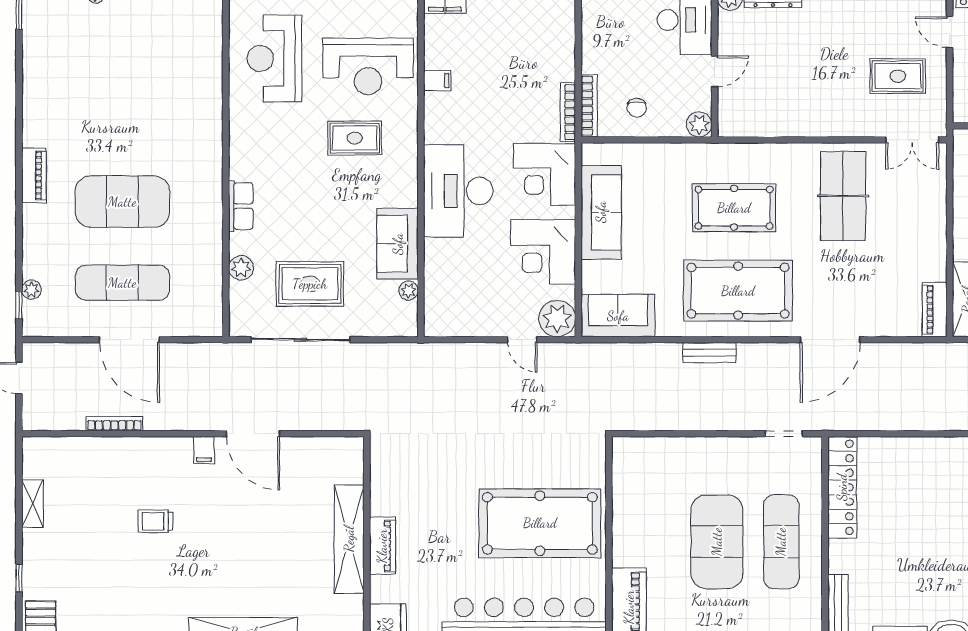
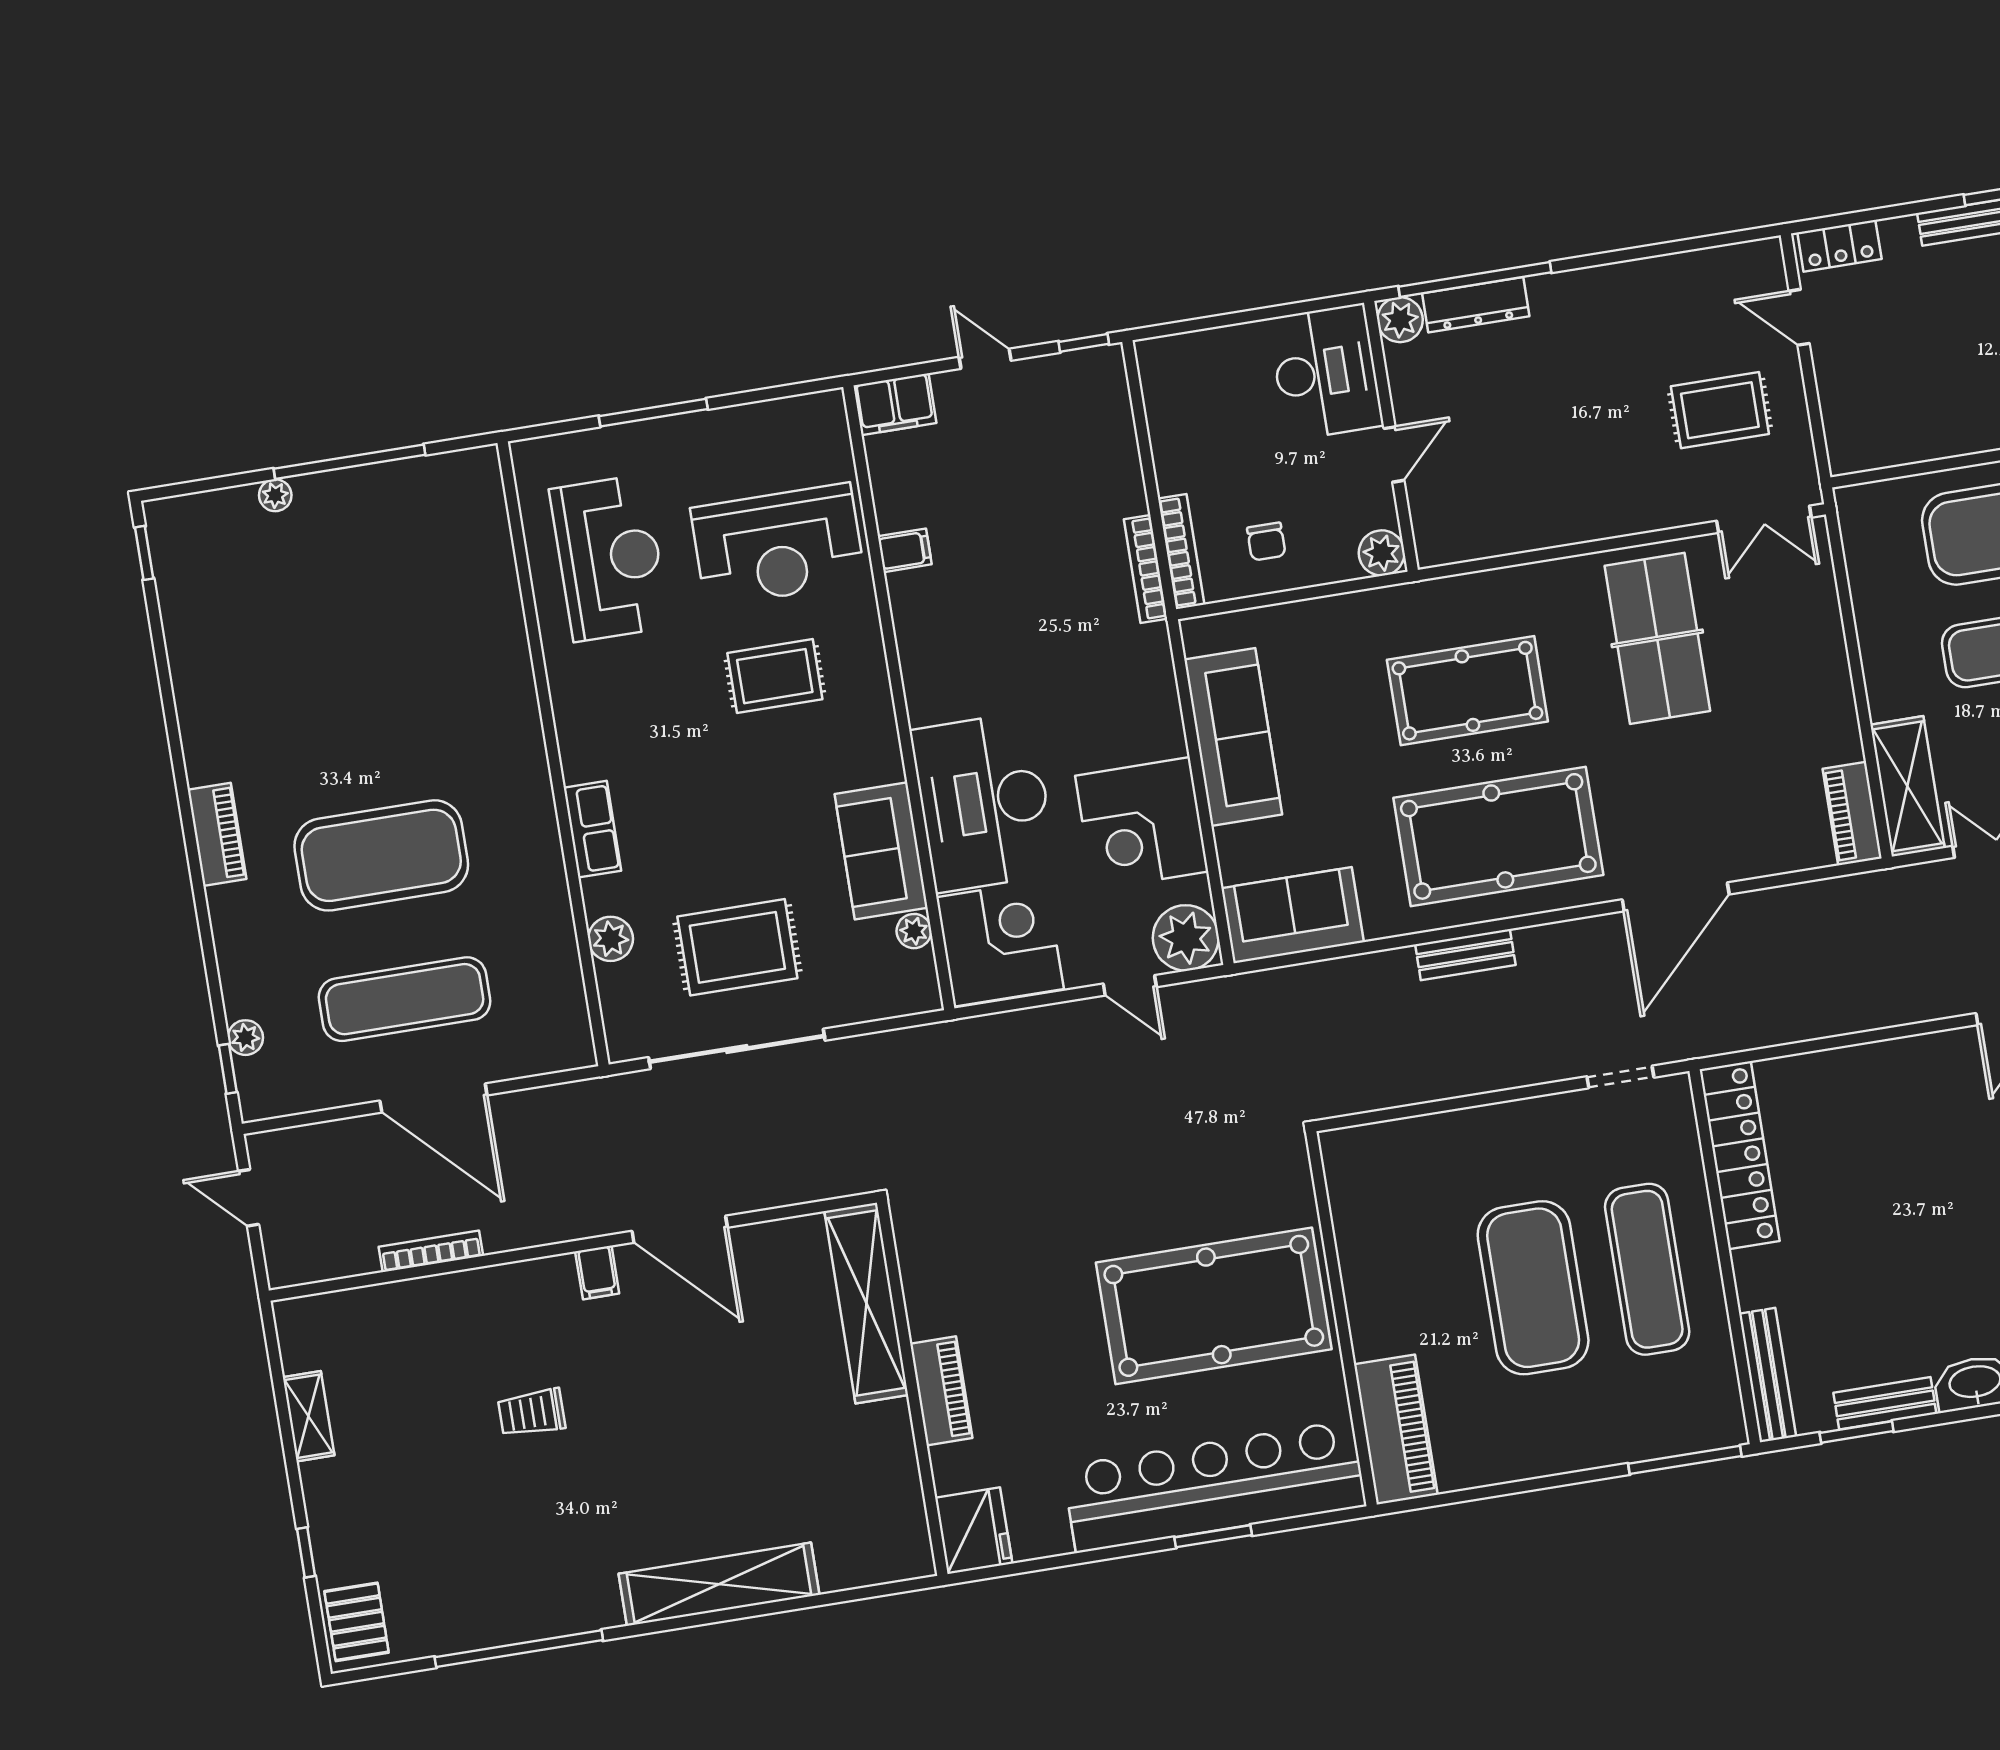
reception desk: (274, 58) -> (610, 558), turned 180
corner desk: (545, 174) -> (1000, 943), moved, turned 180
desk: (458, 191) -> (984, 802), moved
shelving: (349, 539) -> (866, 1303), moved

